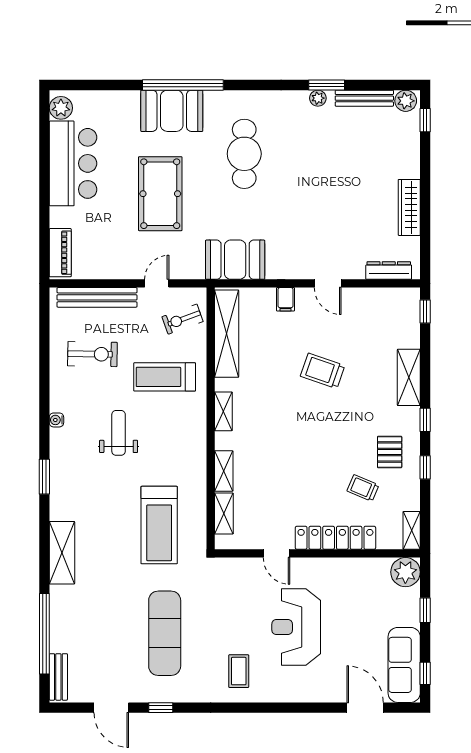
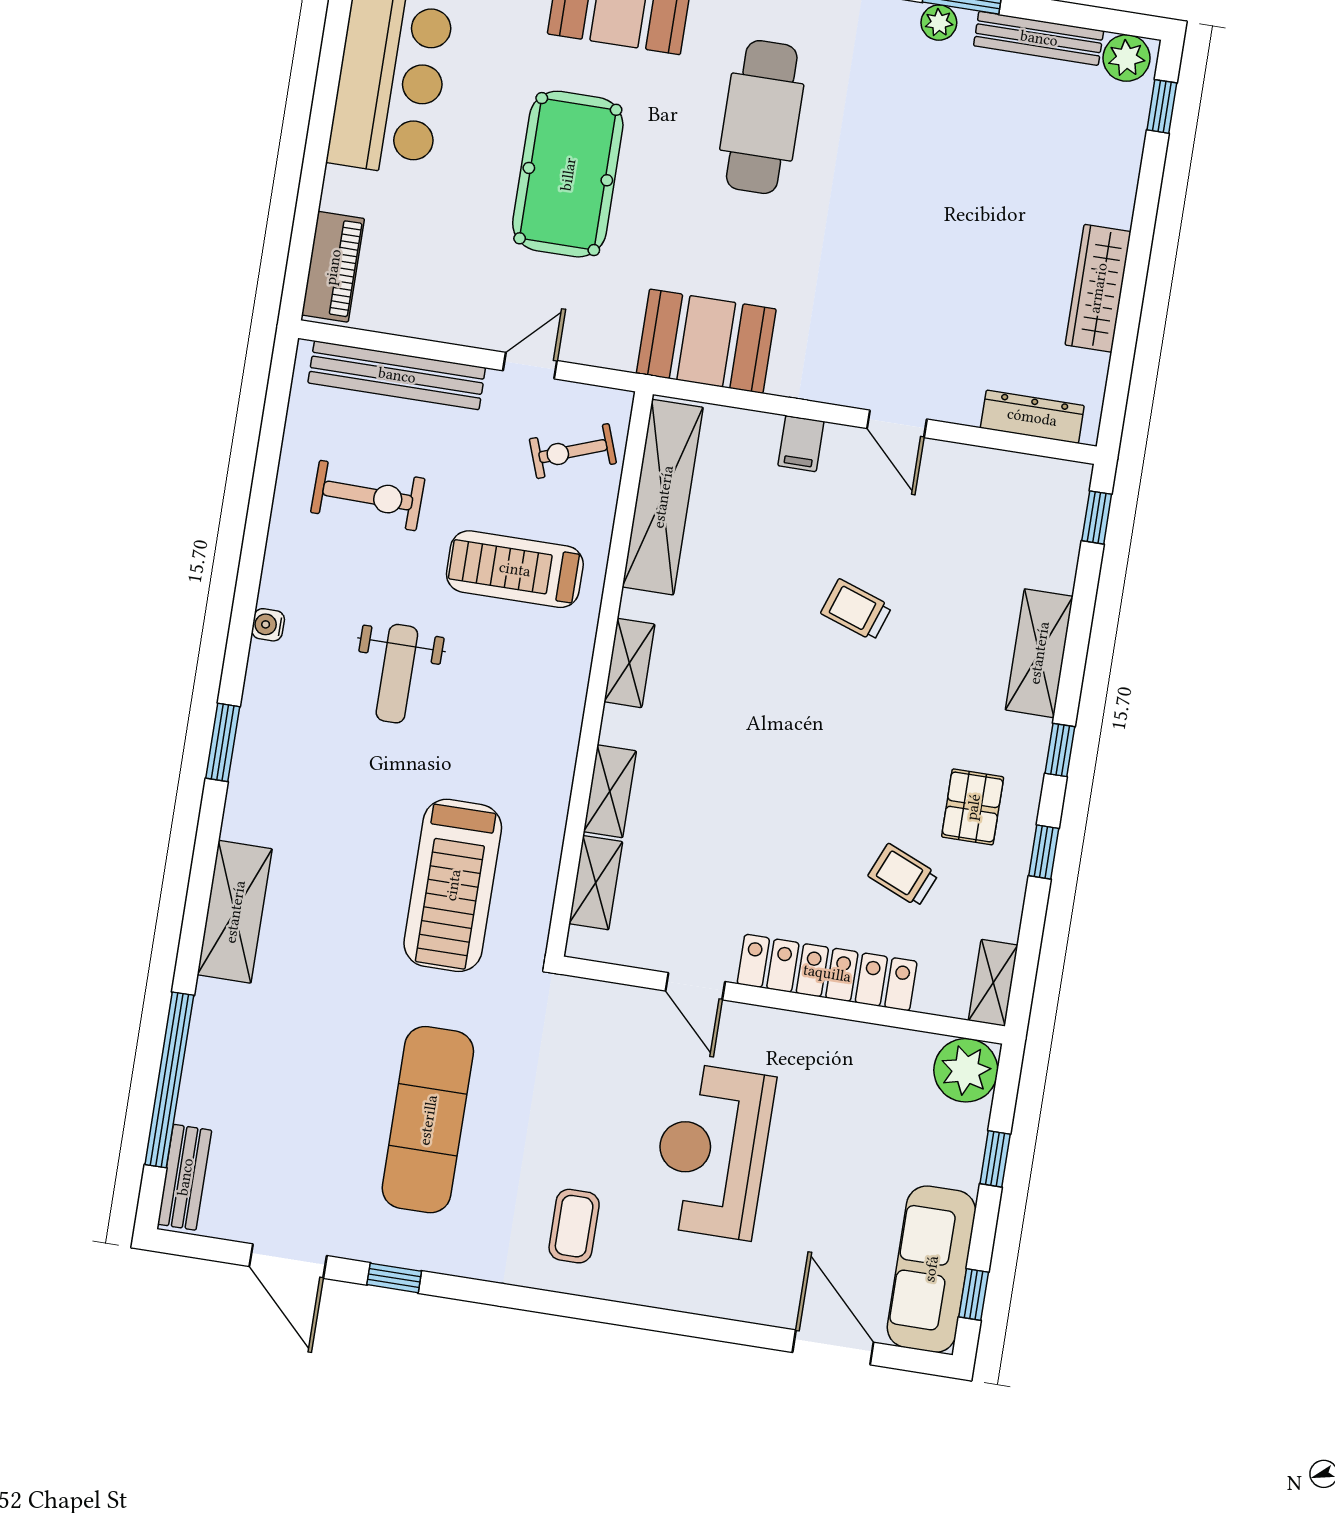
trolley: (323, 371) -> (856, 610), width x0.73, depth x0.72
weight bench: (119, 433) -> (397, 674), turned 180

